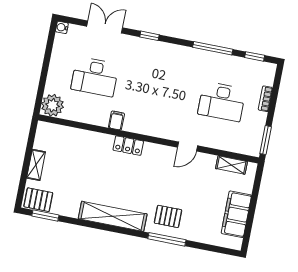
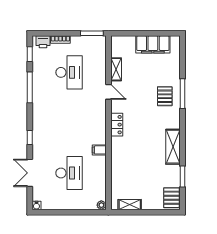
printer: (267, 76) -> (43, 42), added
plant: (52, 105) -> (101, 205), width x0.53, depth x0.53
locker: (128, 146) -> (117, 125), moved
shelving: (36, 165) -> (130, 205), moved
shelving: (231, 165) -> (116, 69), moved
window: (45, 216) -> (182, 177), moved
shelving: (113, 216) -> (173, 147), width x0.68

